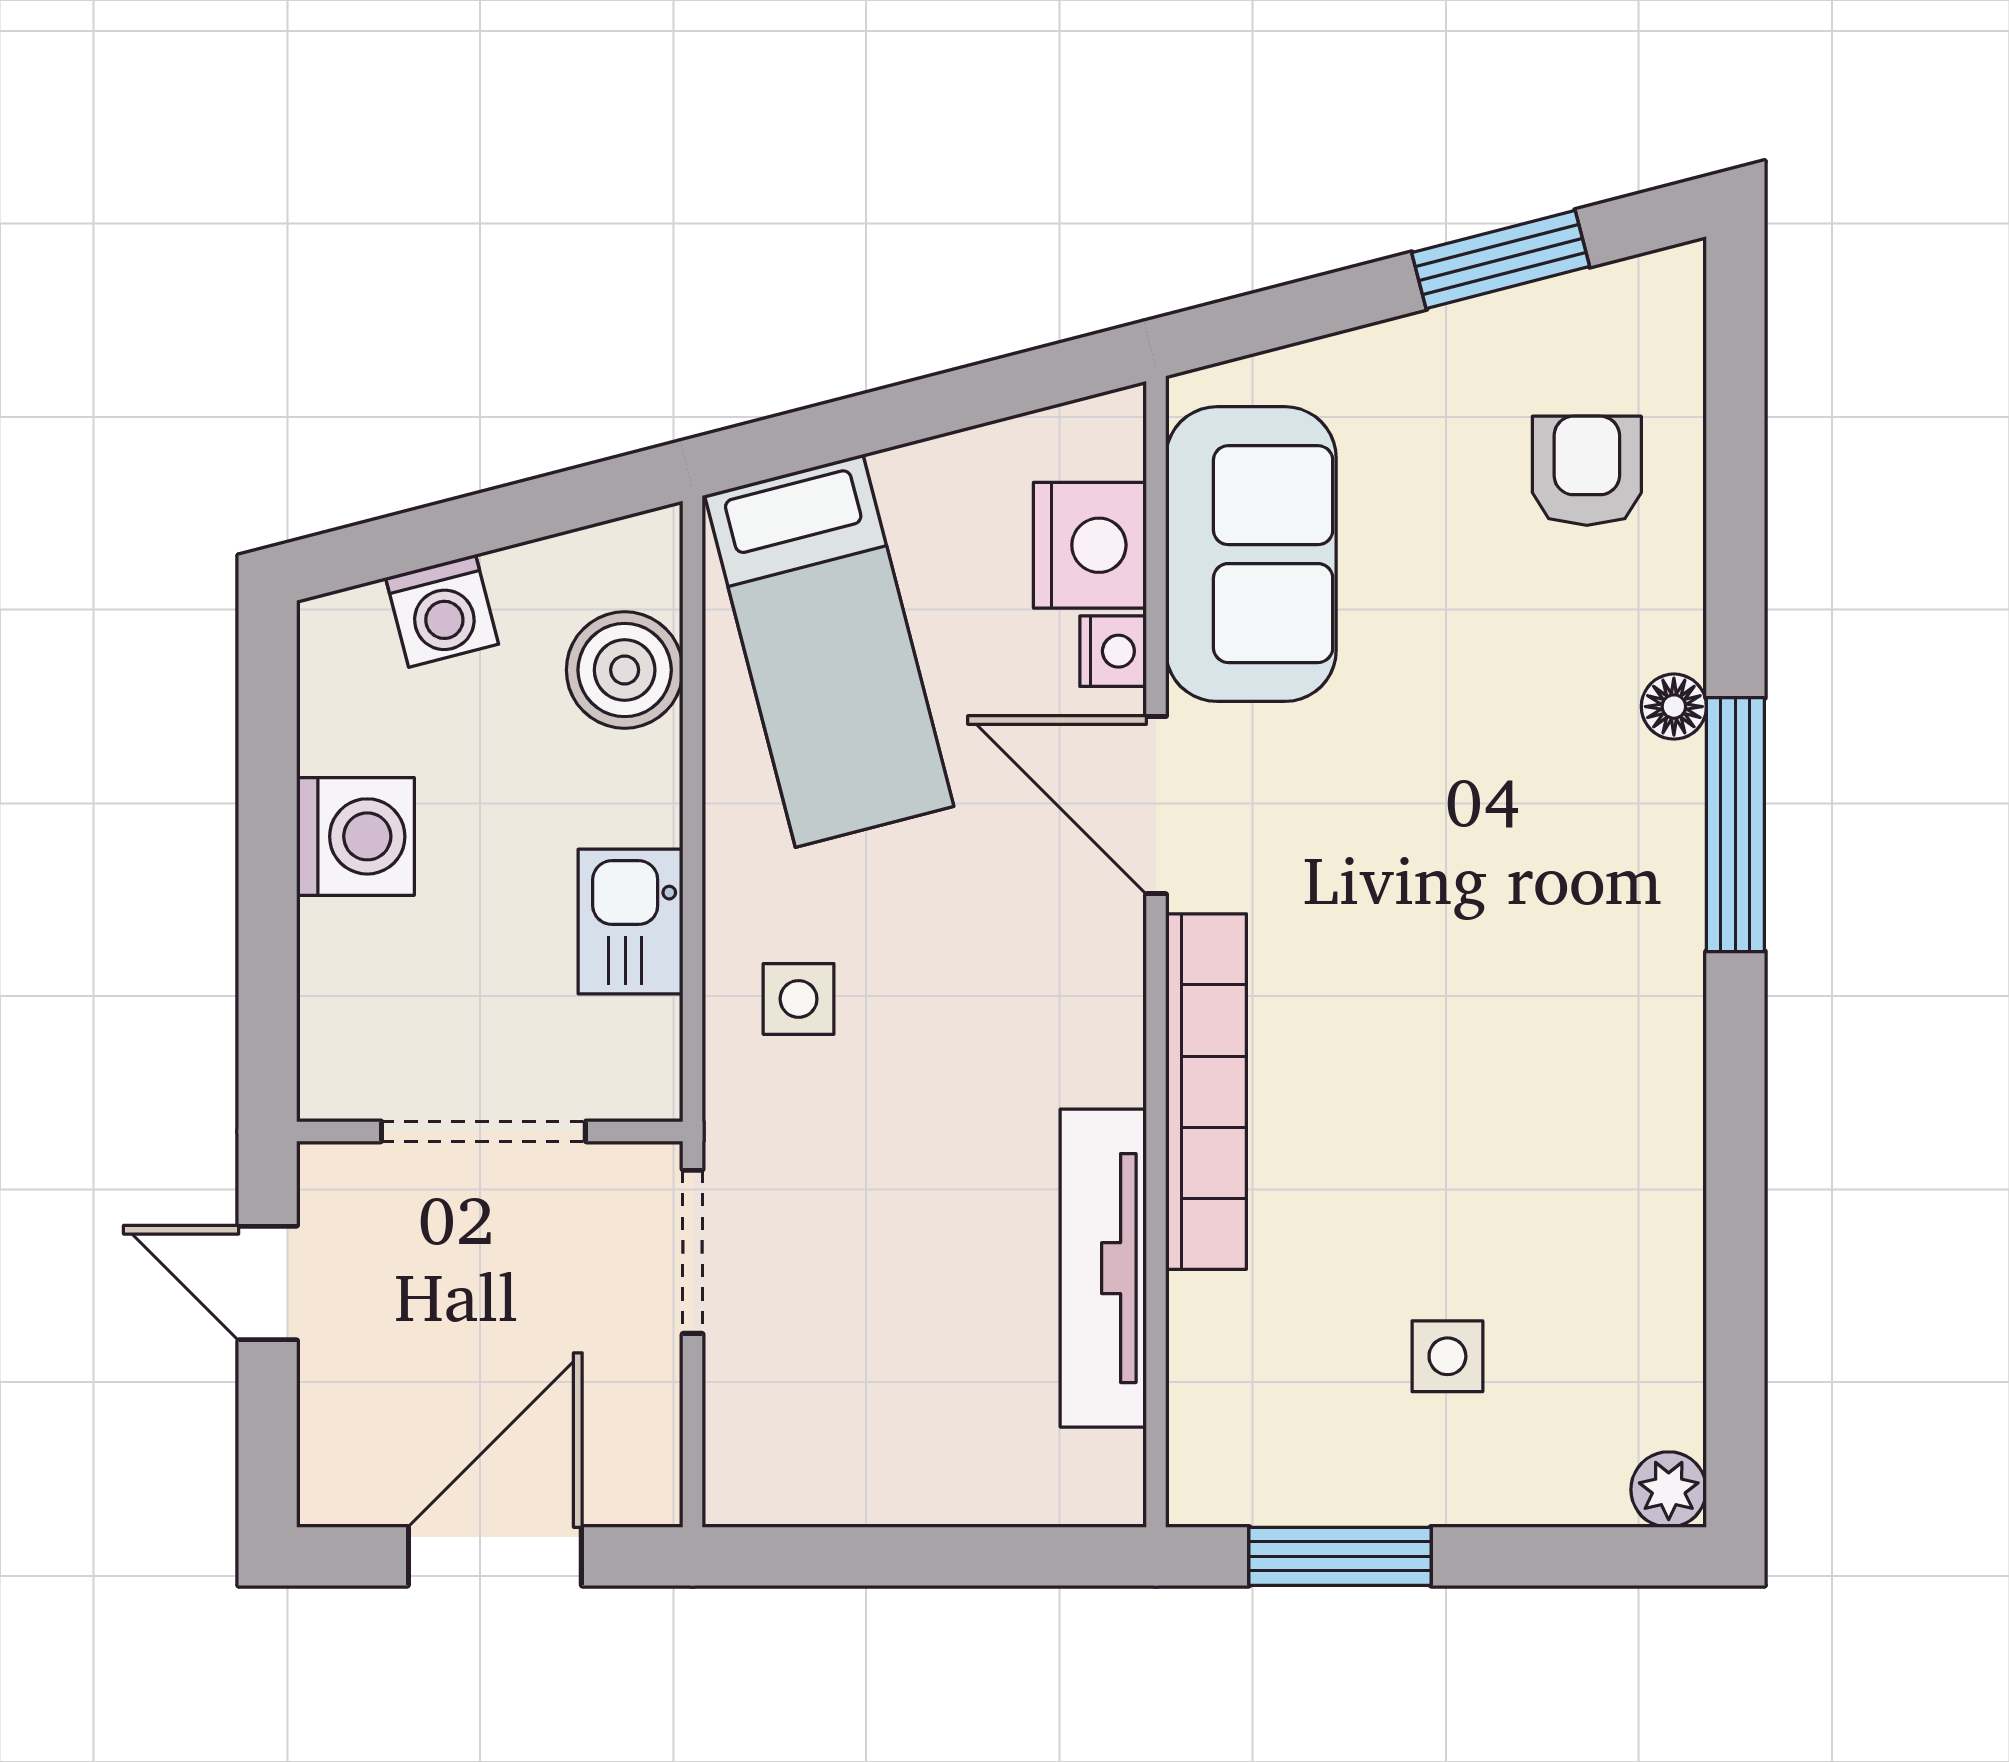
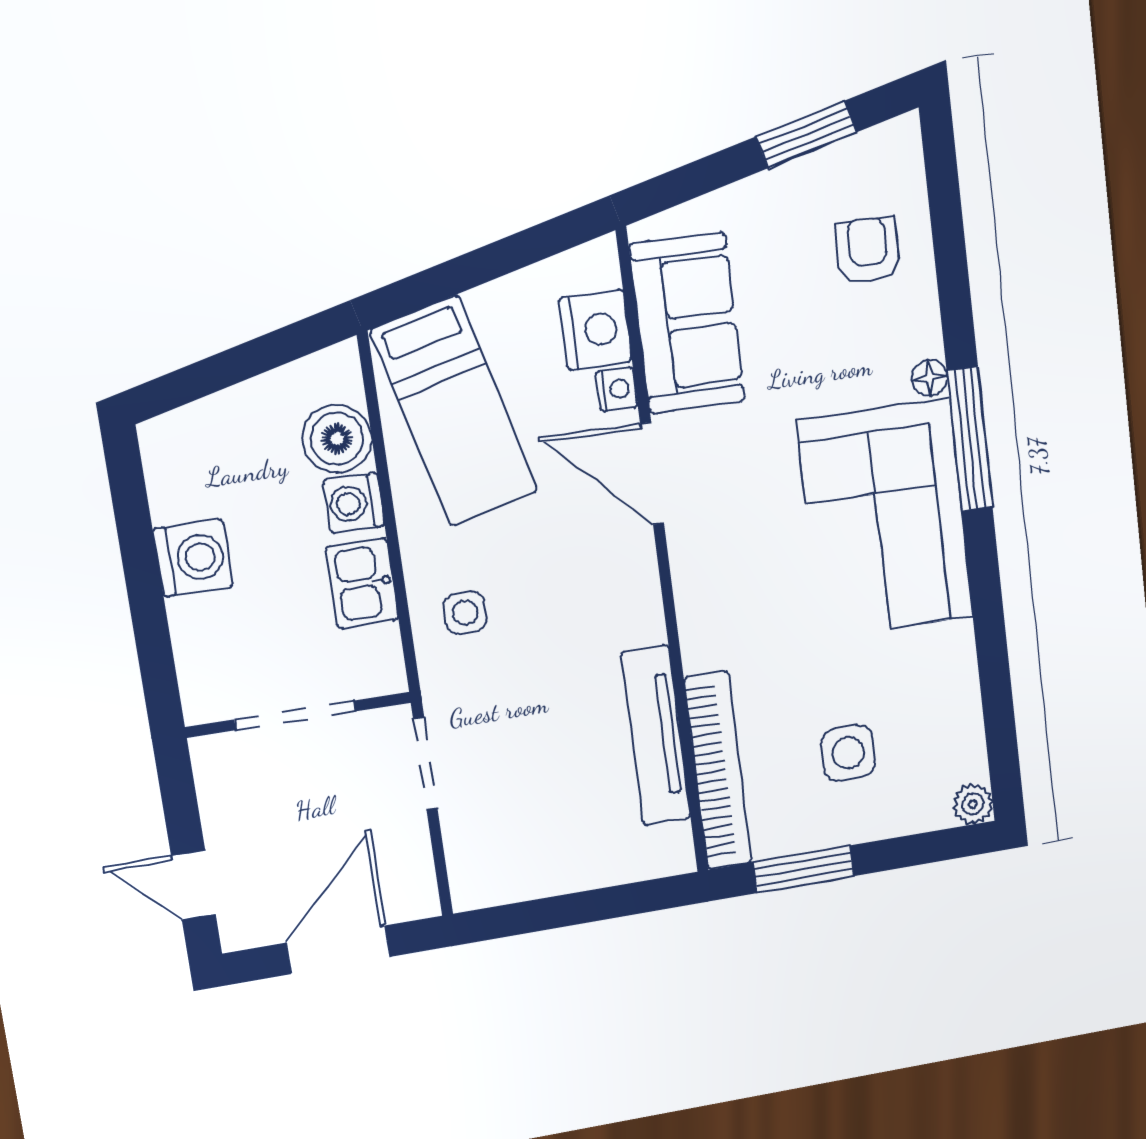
washing machine: (442, 611) -> (354, 503), moved, turned 104
corner sofa: (1565, 945) -> (886, 519), added
bookcase: (1206, 1092) -> (718, 771), moved
door: (268, 1283) -> (193, 885), moved
side table: (1447, 1356) -> (848, 753), width x1.37, depth x1.37

